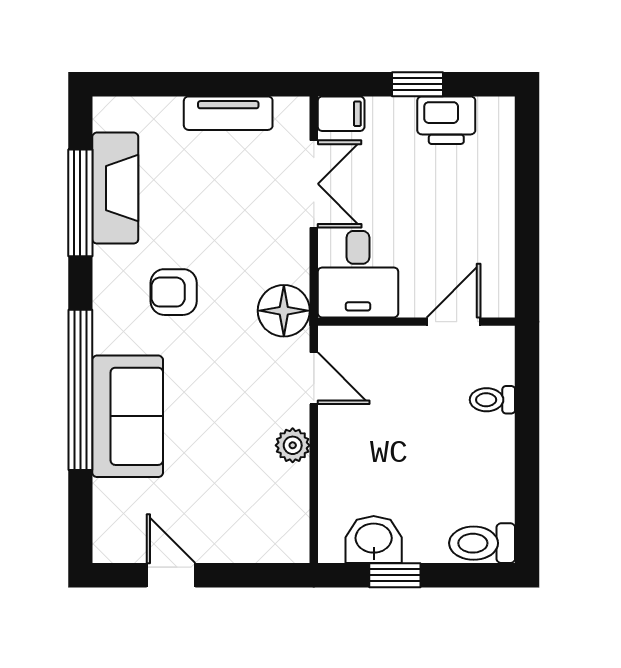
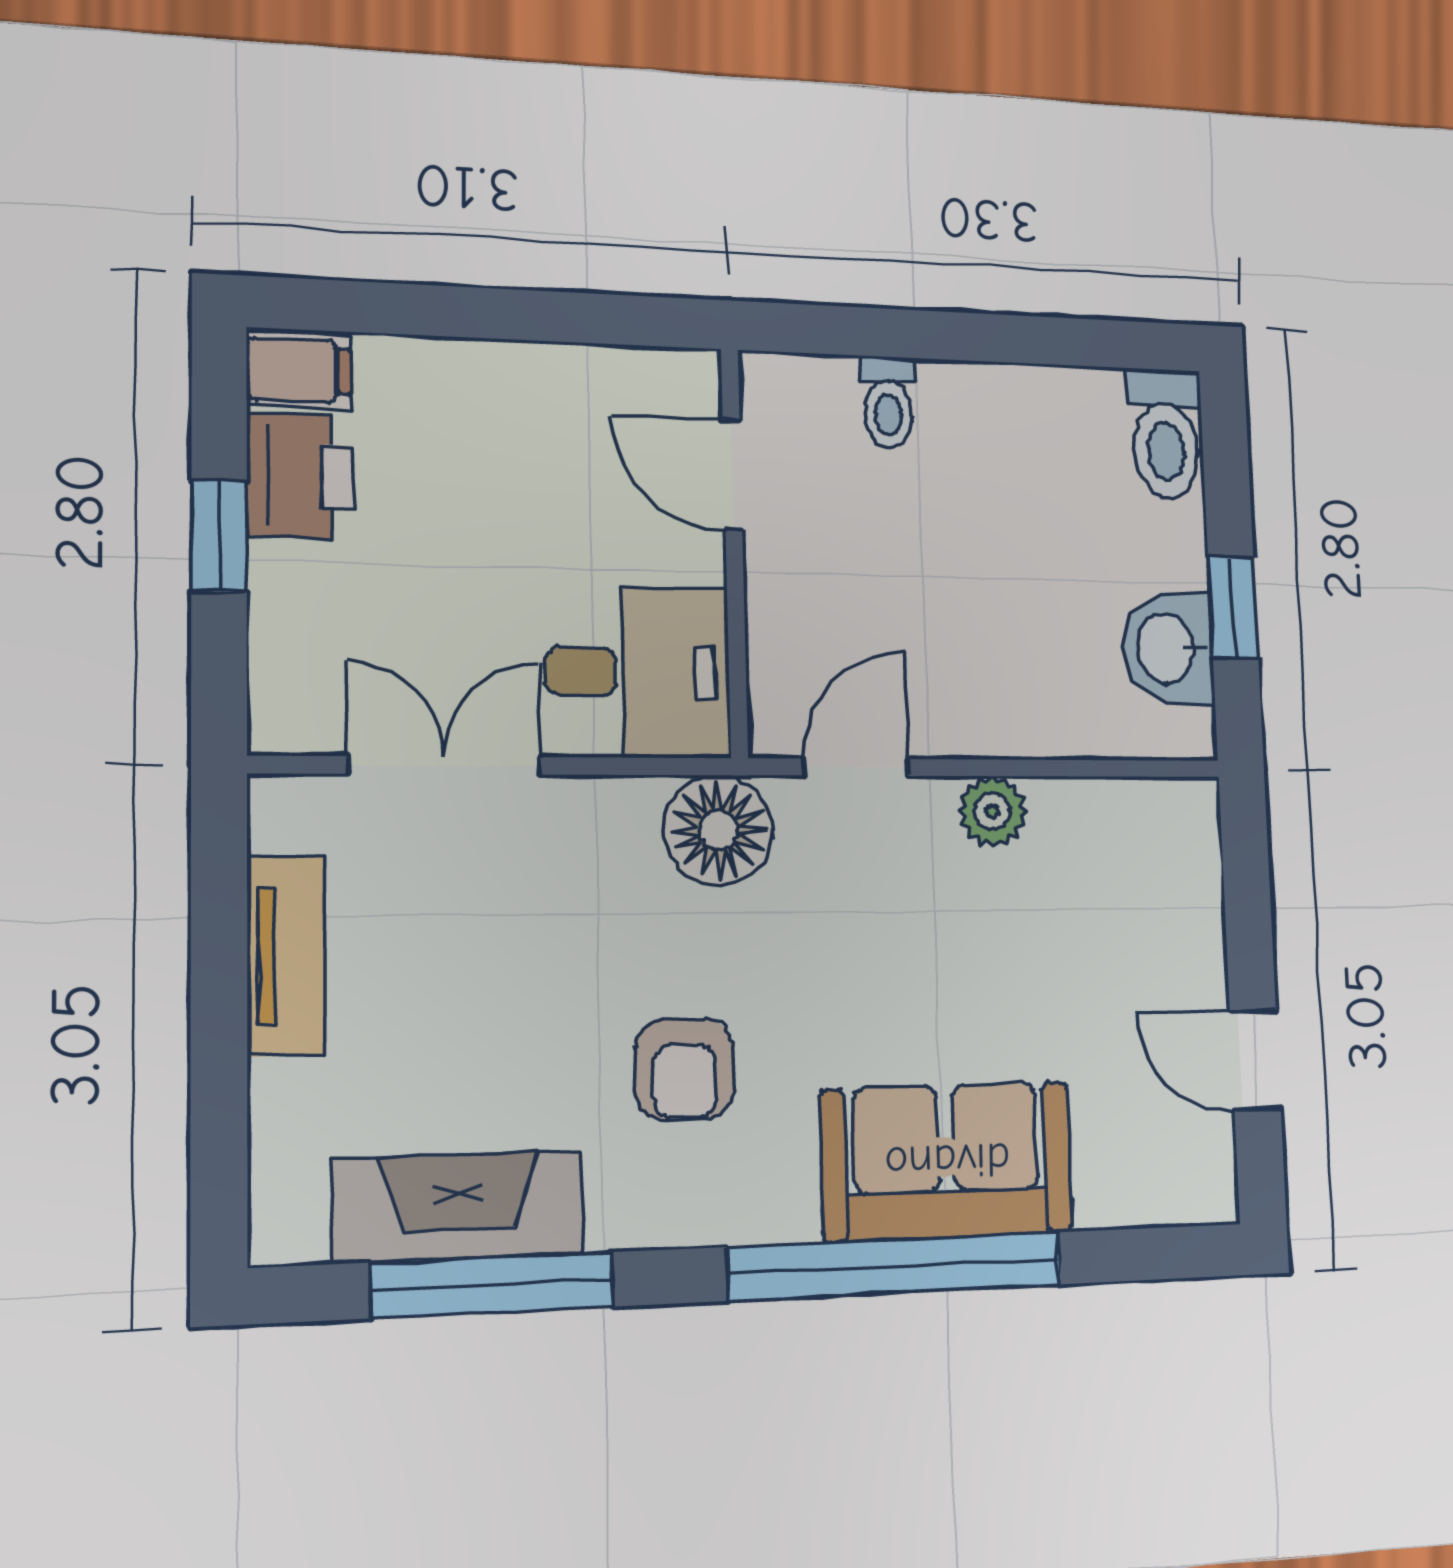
filing cabinet: (341, 114) -> (299, 370), moved, turned 90
door: (171, 575) -> (1255, 1060), hinge flipped

